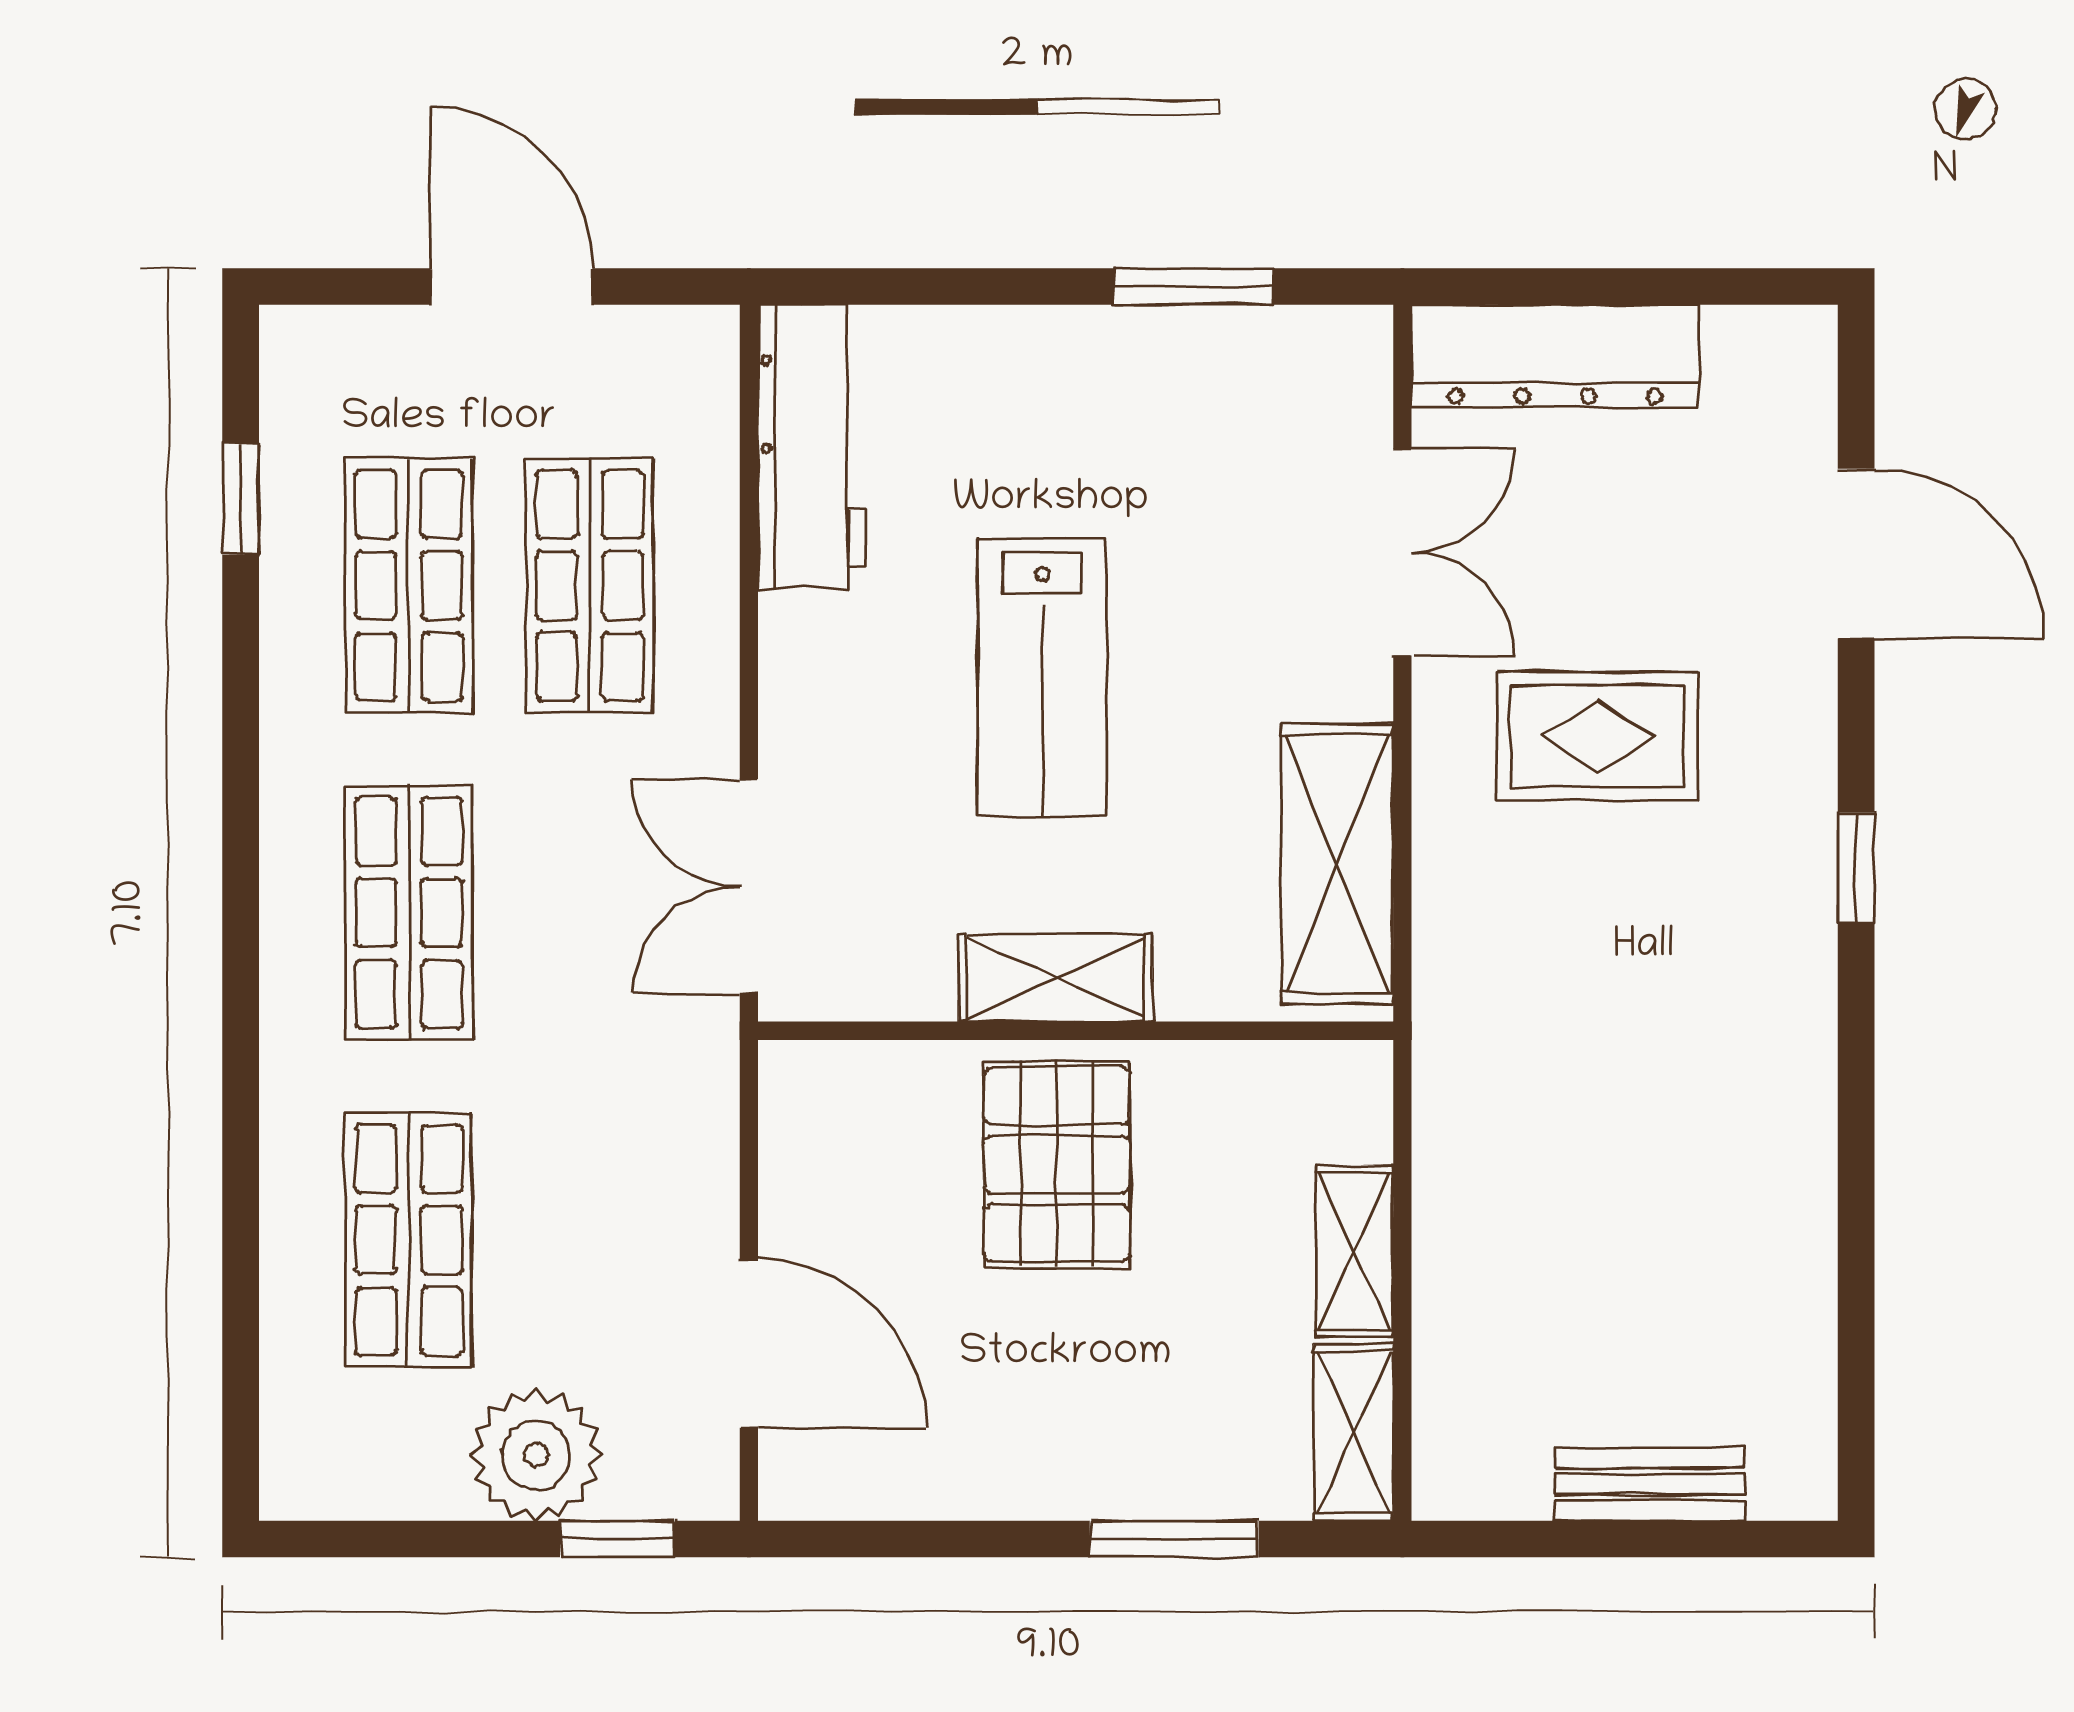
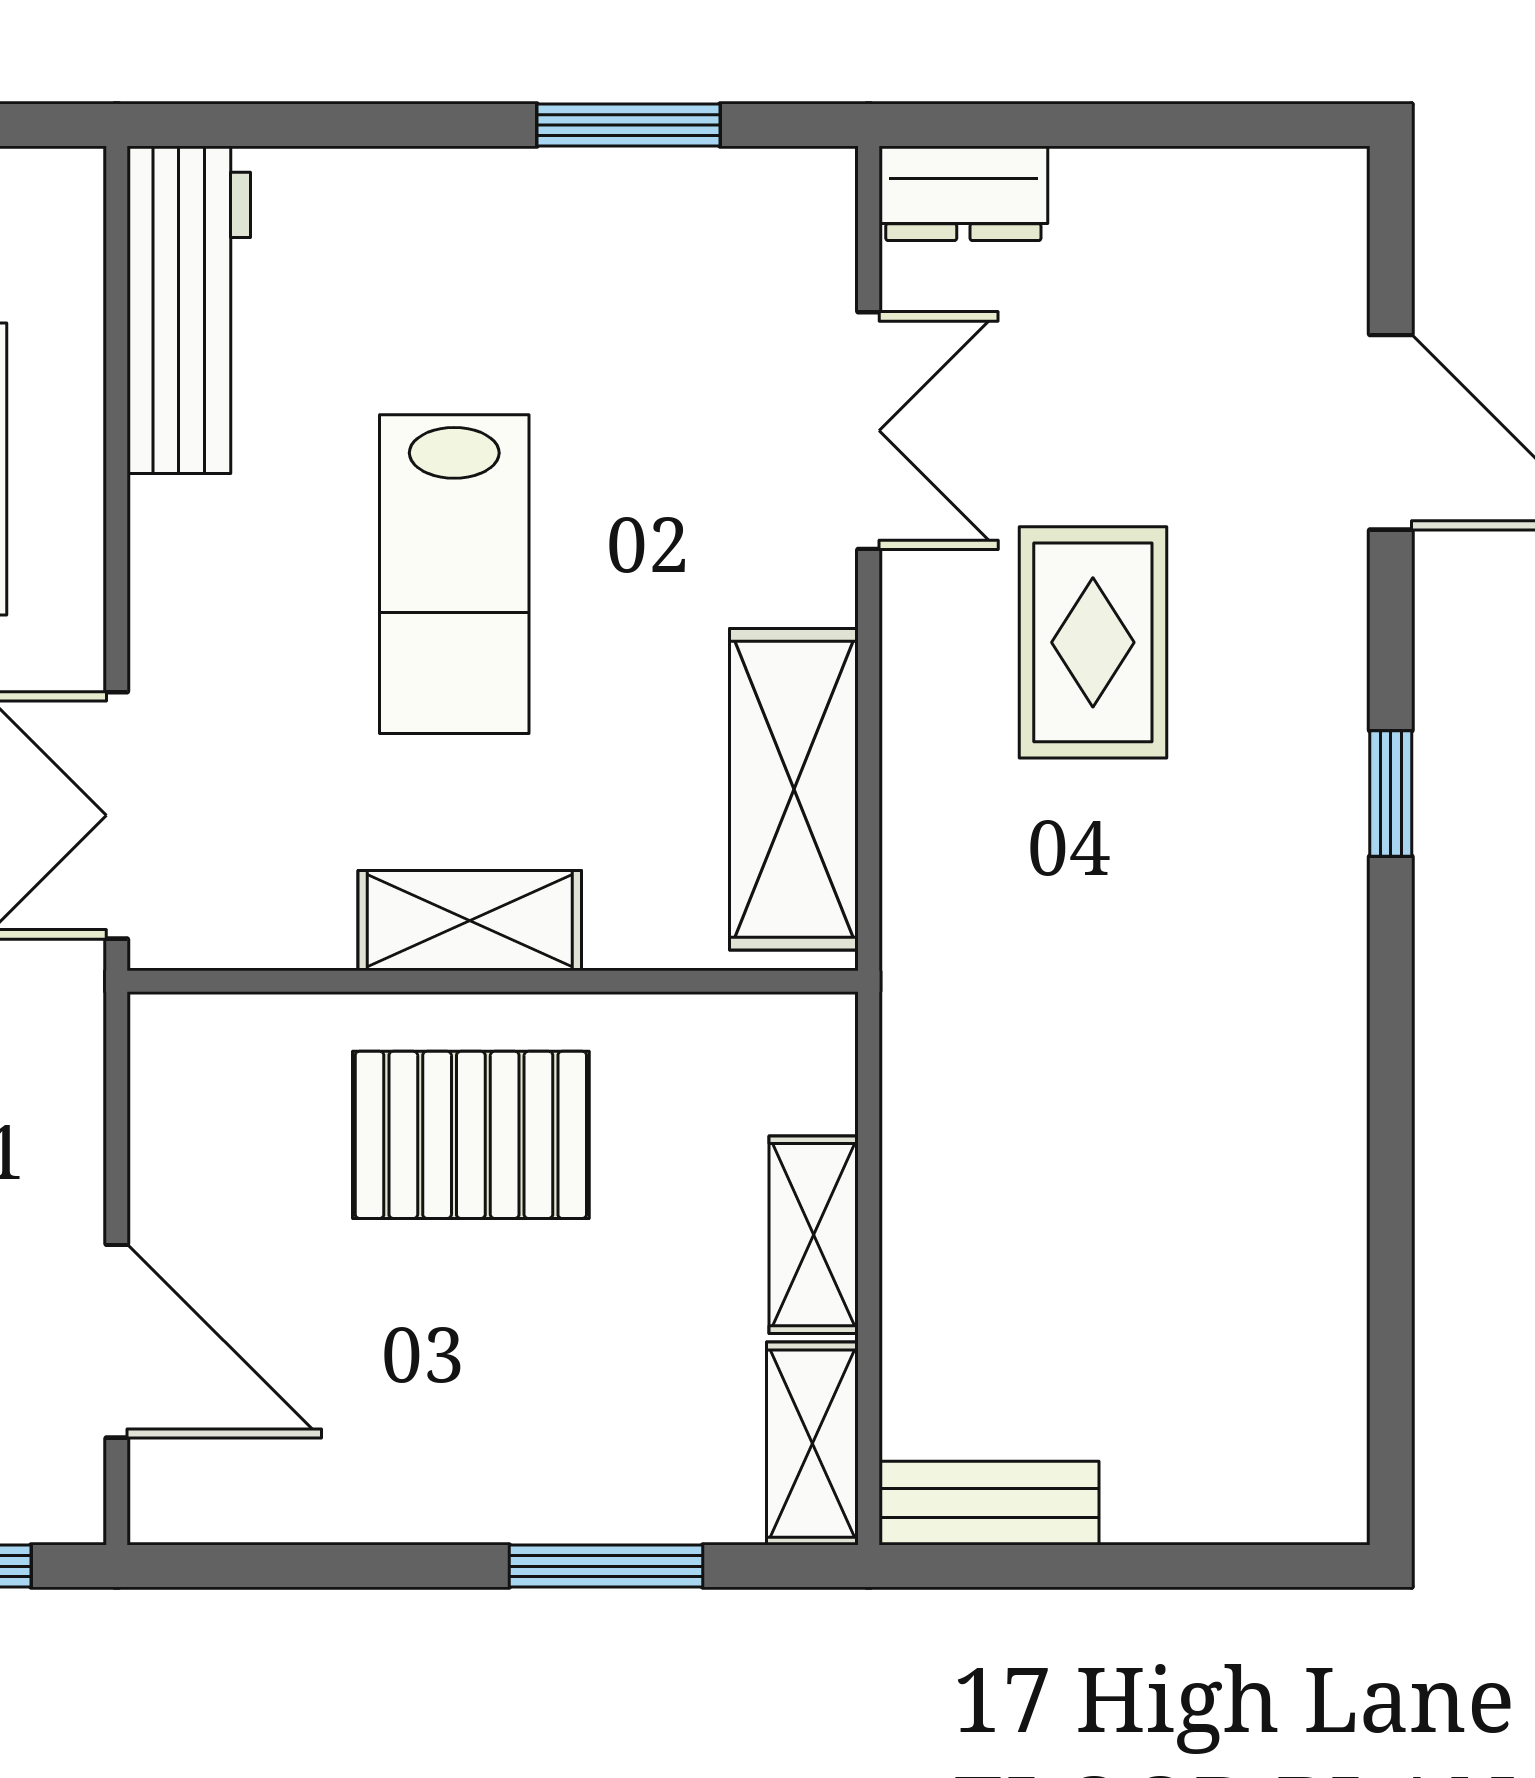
dresser: (1555, 356) -> (963, 193), width x0.51, depth x0.80
rug: (1597, 736) -> (1093, 642), turned 90
pallet: (1057, 1164) -> (471, 1135), turned 90
bench: (1650, 1484) -> (989, 1503), moved

